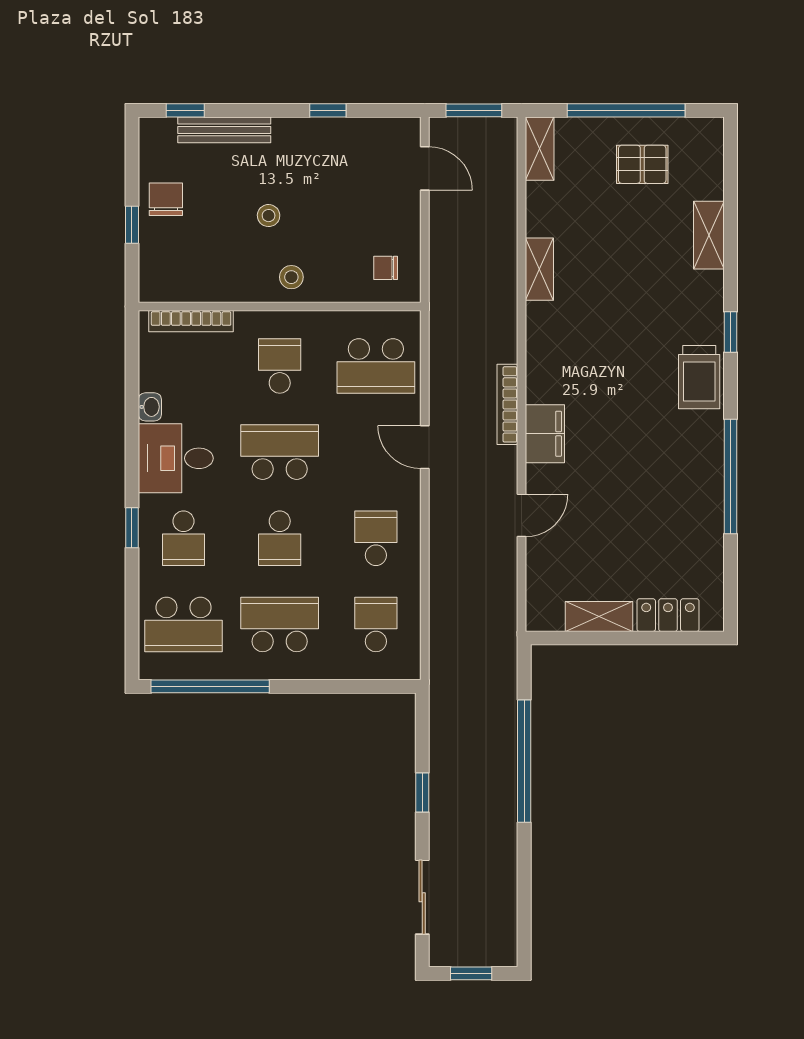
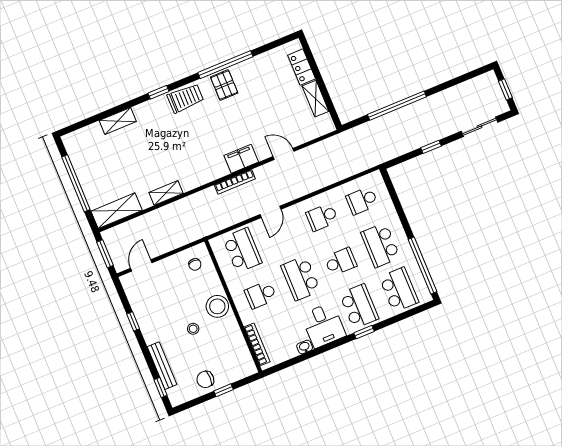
shelving: (540, 149) -> (117, 211), width x1.50, depth x1.33
pallet: (642, 164) -> (224, 85), moved
stool: (291, 277) -> (217, 306), width x1.89, depth x1.89
school desk: (183, 538) -> (359, 306), width x1.85

